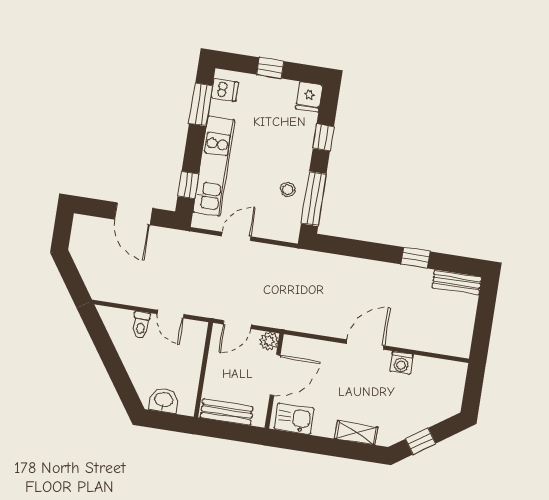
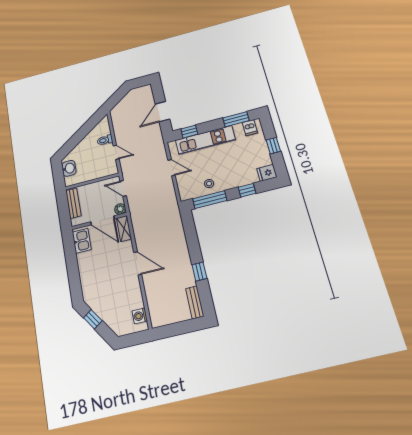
door: (171, 314) -> (116, 152), swing flipped
washing machine: (401, 363) -> (140, 316), moved
shelving: (356, 433) -> (124, 229), moved

